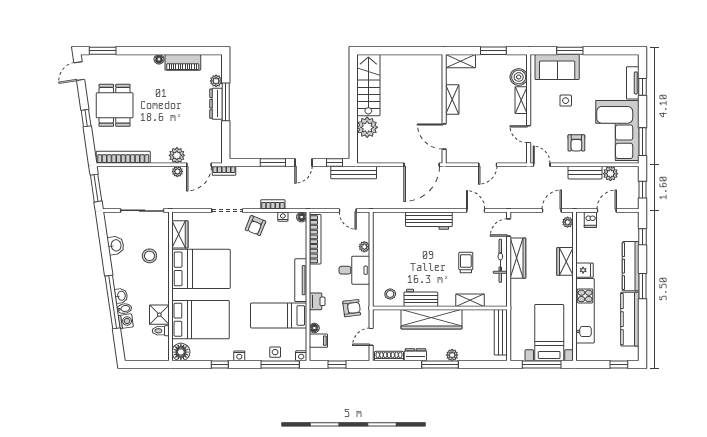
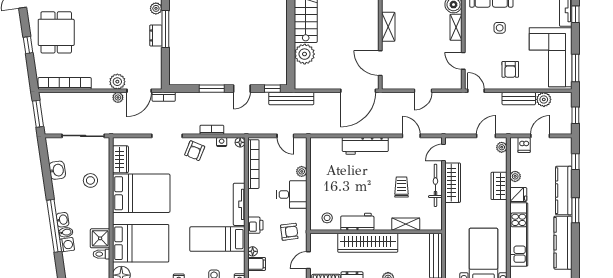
dresser: (216, 104) -> (156, 35), width x0.70
plant: (581, 252) -> (515, 176), added

